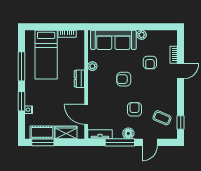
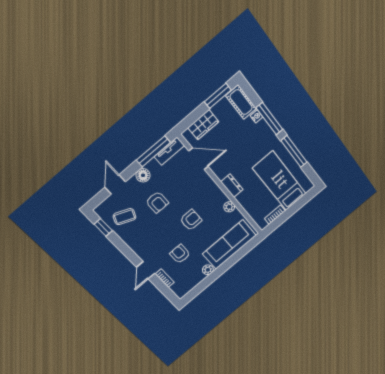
window: (22, 101) -> (269, 119), width x1.44
cot: (42, 132) -> (241, 102), moved, turned 90
window: (120, 142) -> (154, 151), moved

